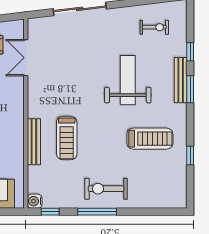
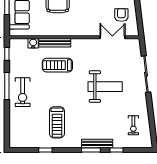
weight bench: (128, 80) -> (105, 87), moved
exercise bike: (106, 189) -> (23, 92), turned 180
water cooler: (35, 201) -> (33, 43), moved

